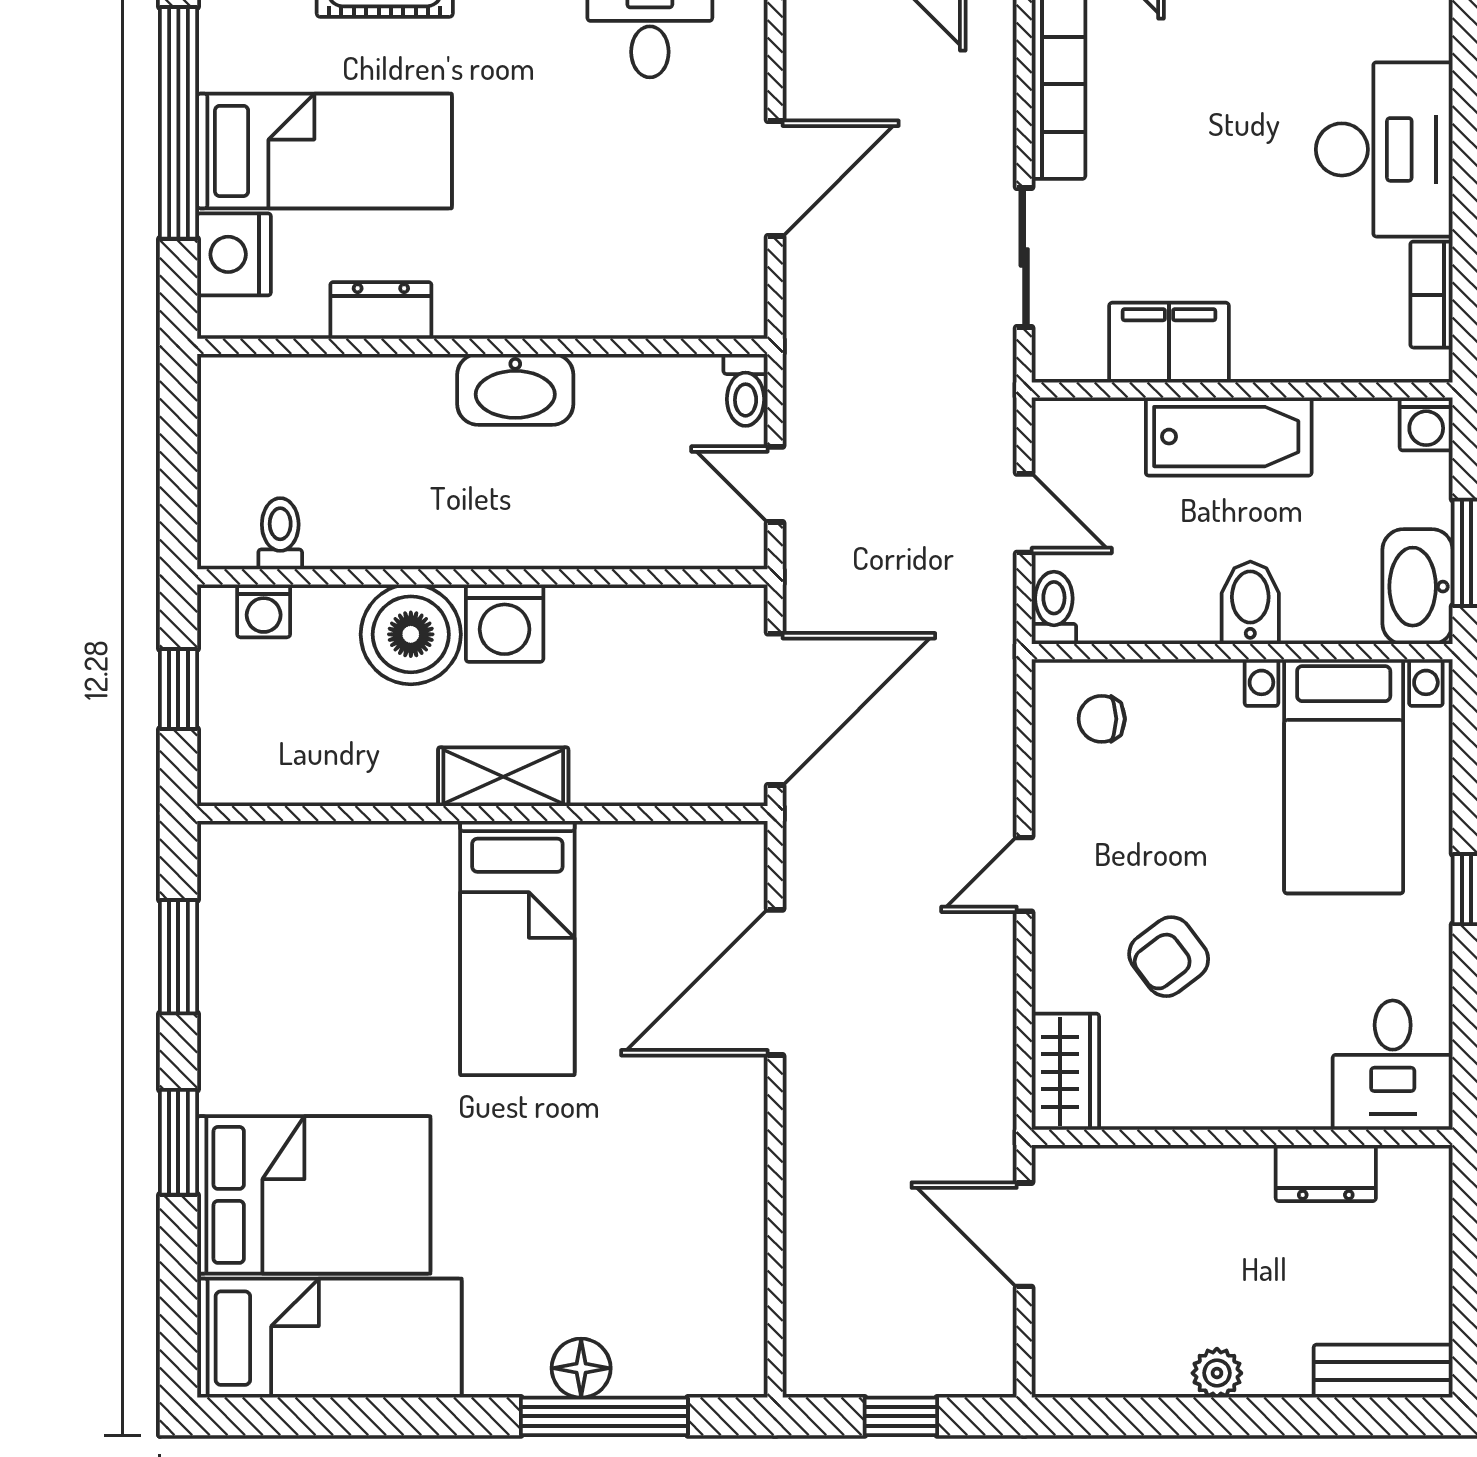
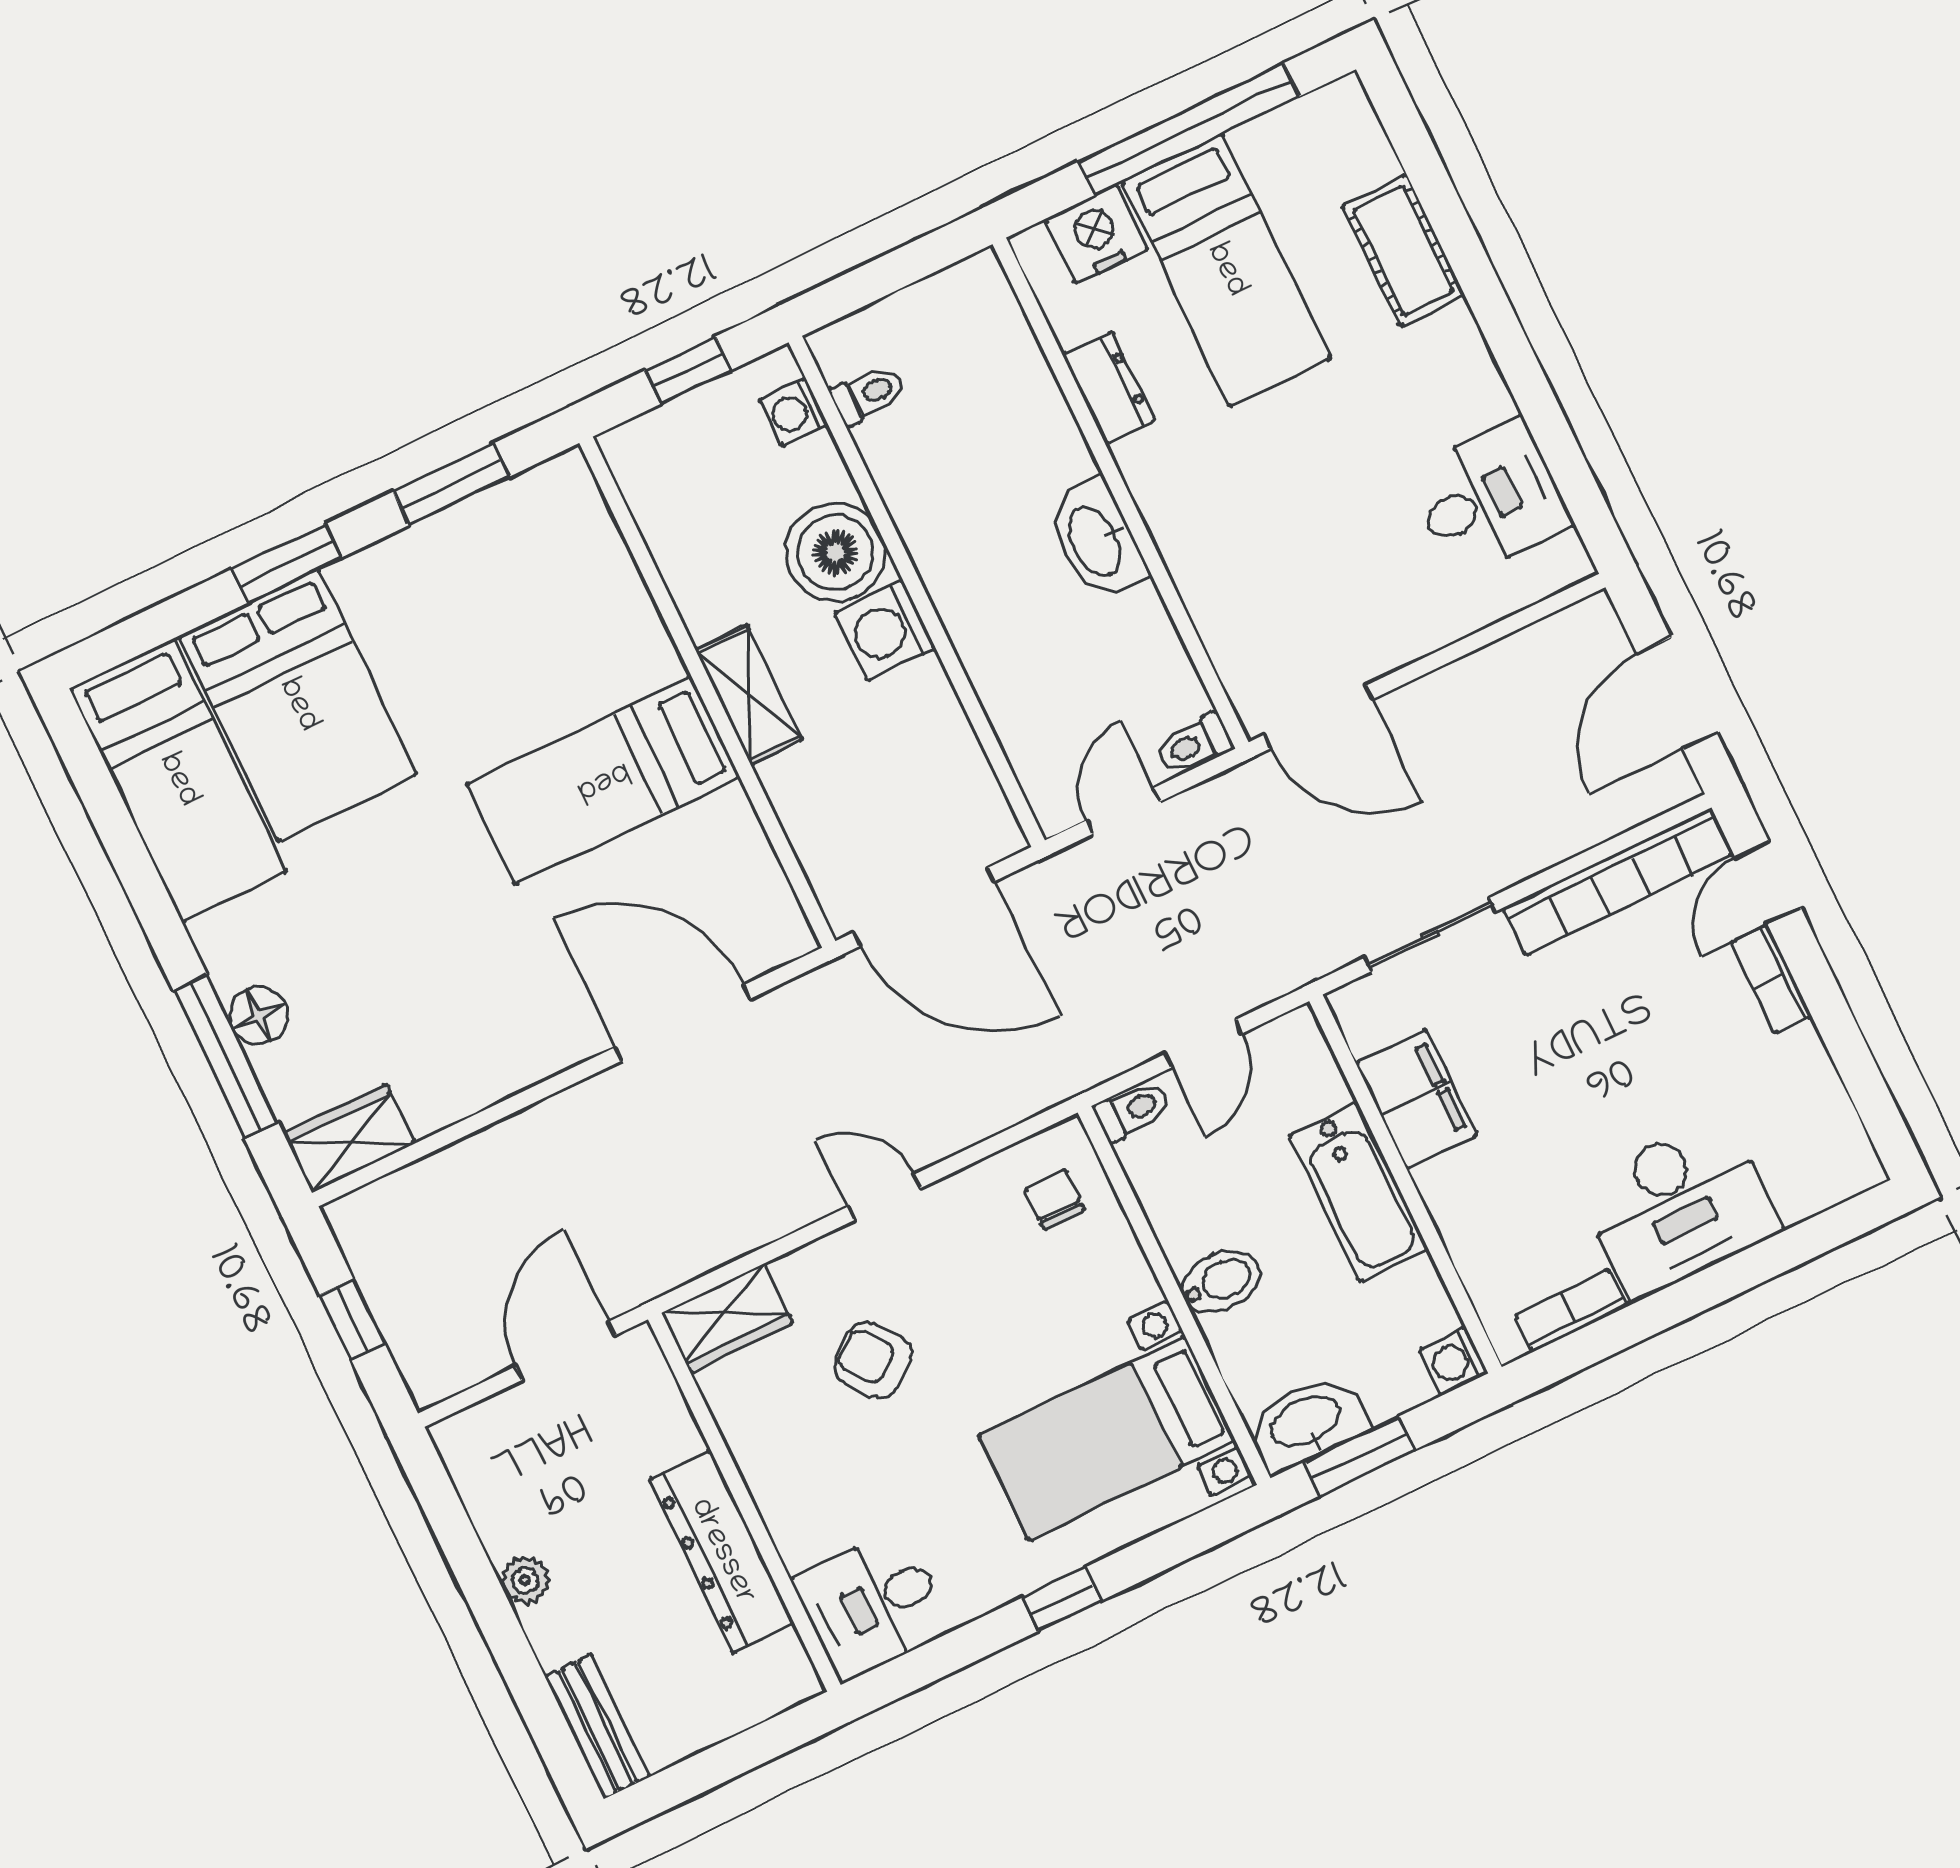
door: (775, 179) -> (1318, 717), moved
dresser: (1326, 1173) -> (722, 1552), width x1.96, depth x1.24
wardrobe: (734, 1339) -> (349, 1138), added

